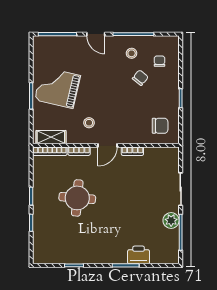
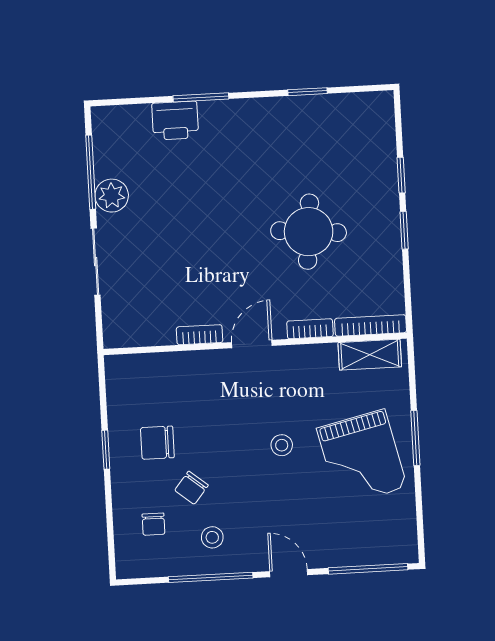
grand piano: (57, 88) -> (362, 458), turned 64
stool: (89, 123) -> (282, 445), moved
chair: (160, 126) -> (157, 443), moved

